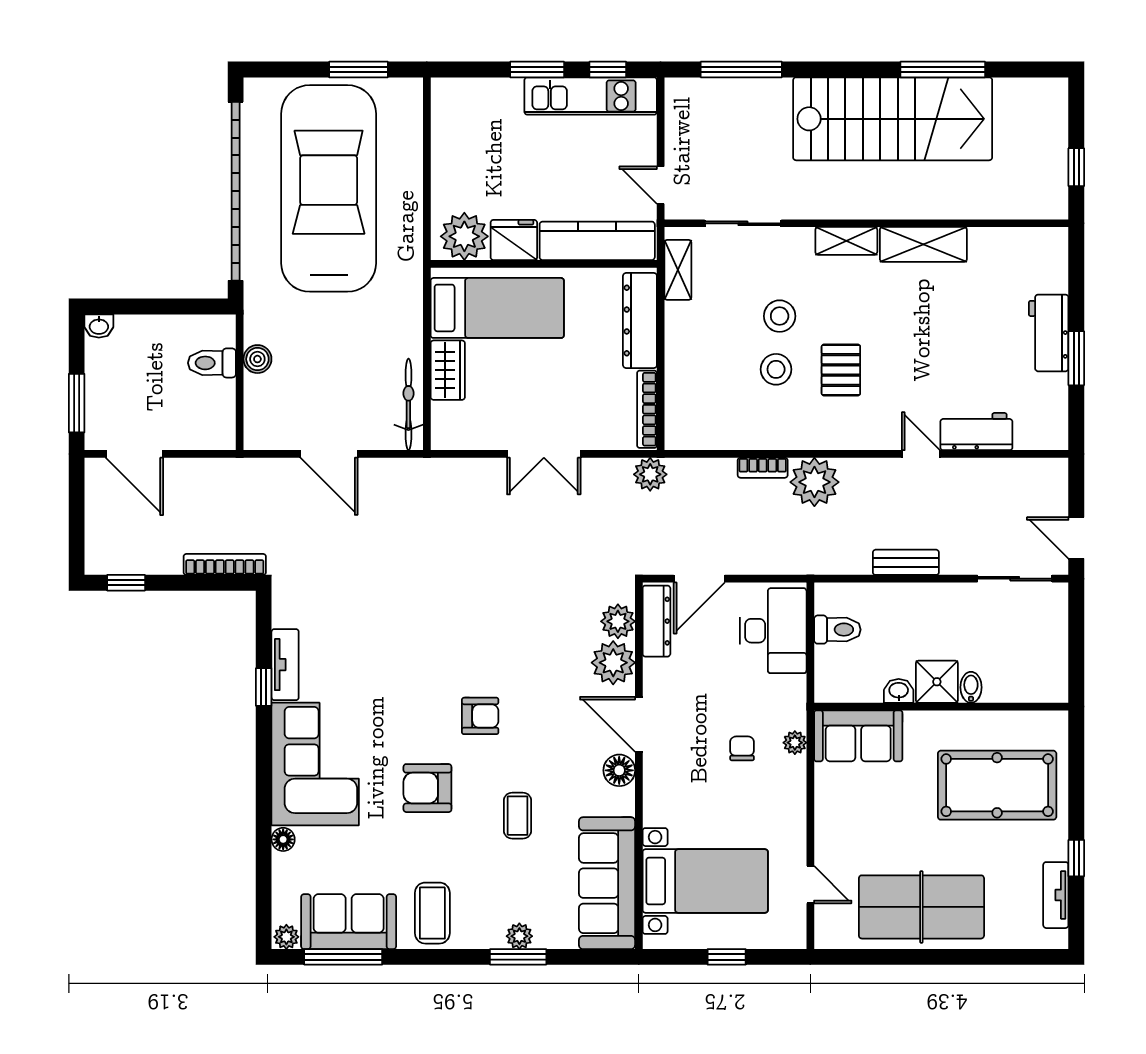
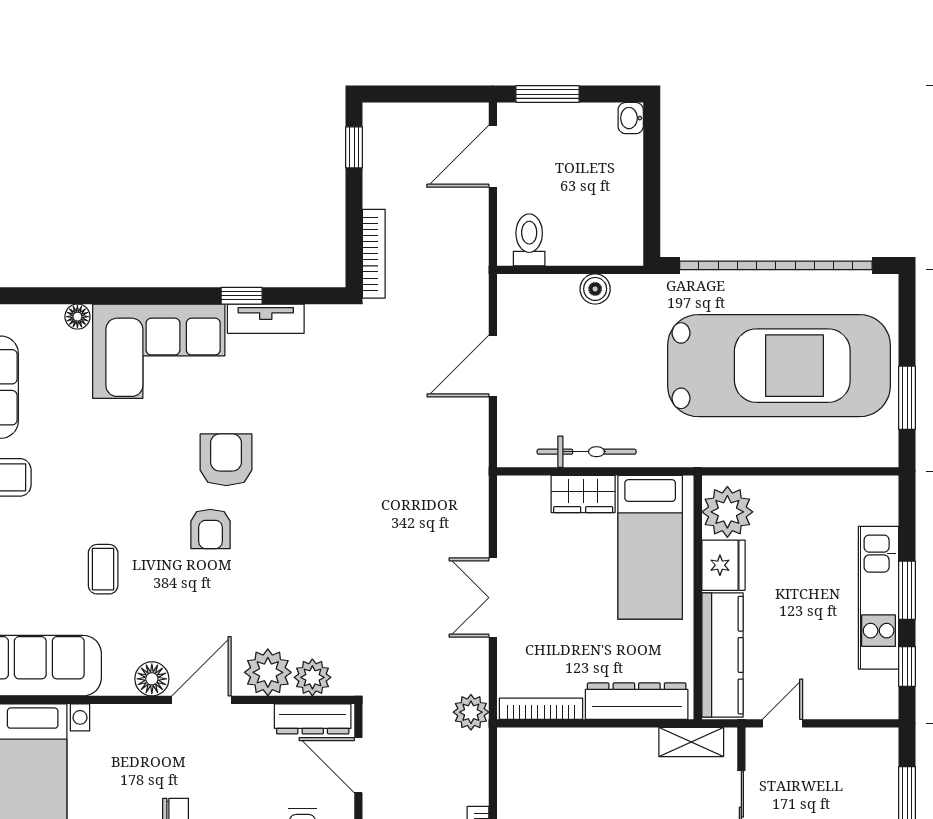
kitchen unit: (591, 96) -> (879, 598), moved
toilet: (212, 363) -> (529, 240), moved
bicycle: (408, 404) -> (587, 452), moved
armchair: (427, 788) -> (226, 460), moved
coffee table: (518, 816) -> (103, 569), turned 90

